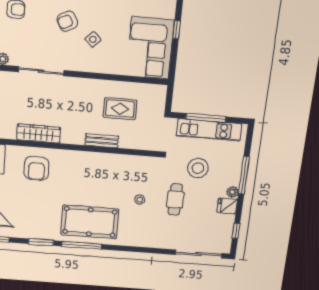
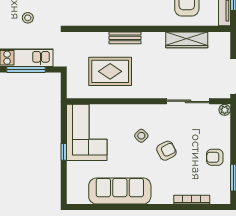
rug: (120, 109) -> (110, 71), width x1.36, depth x1.43
stool: (198, 168) -> (28, 18), width x0.53, depth x0.53

